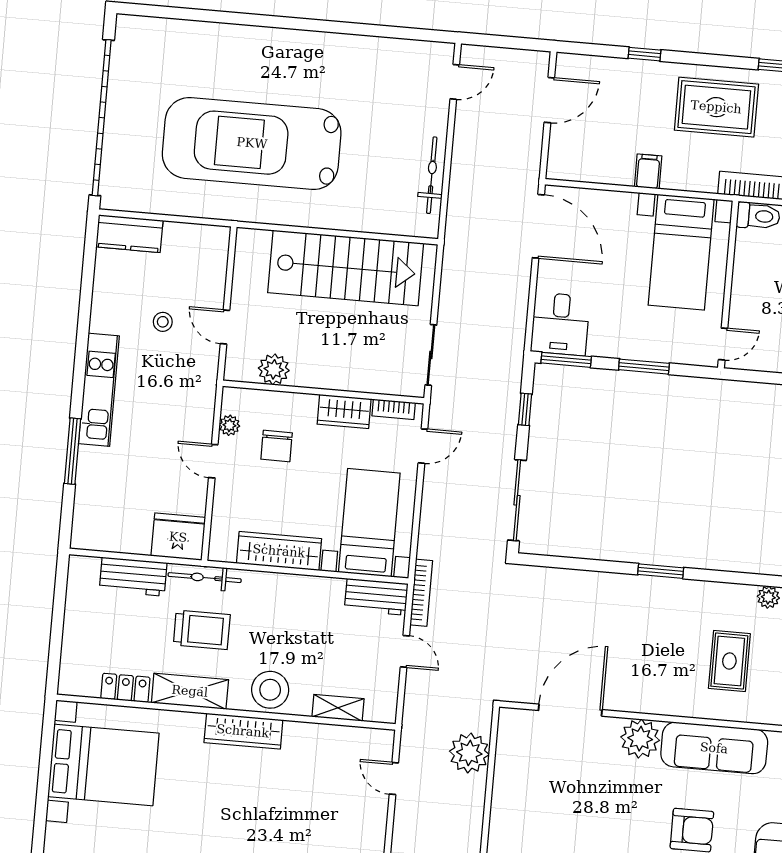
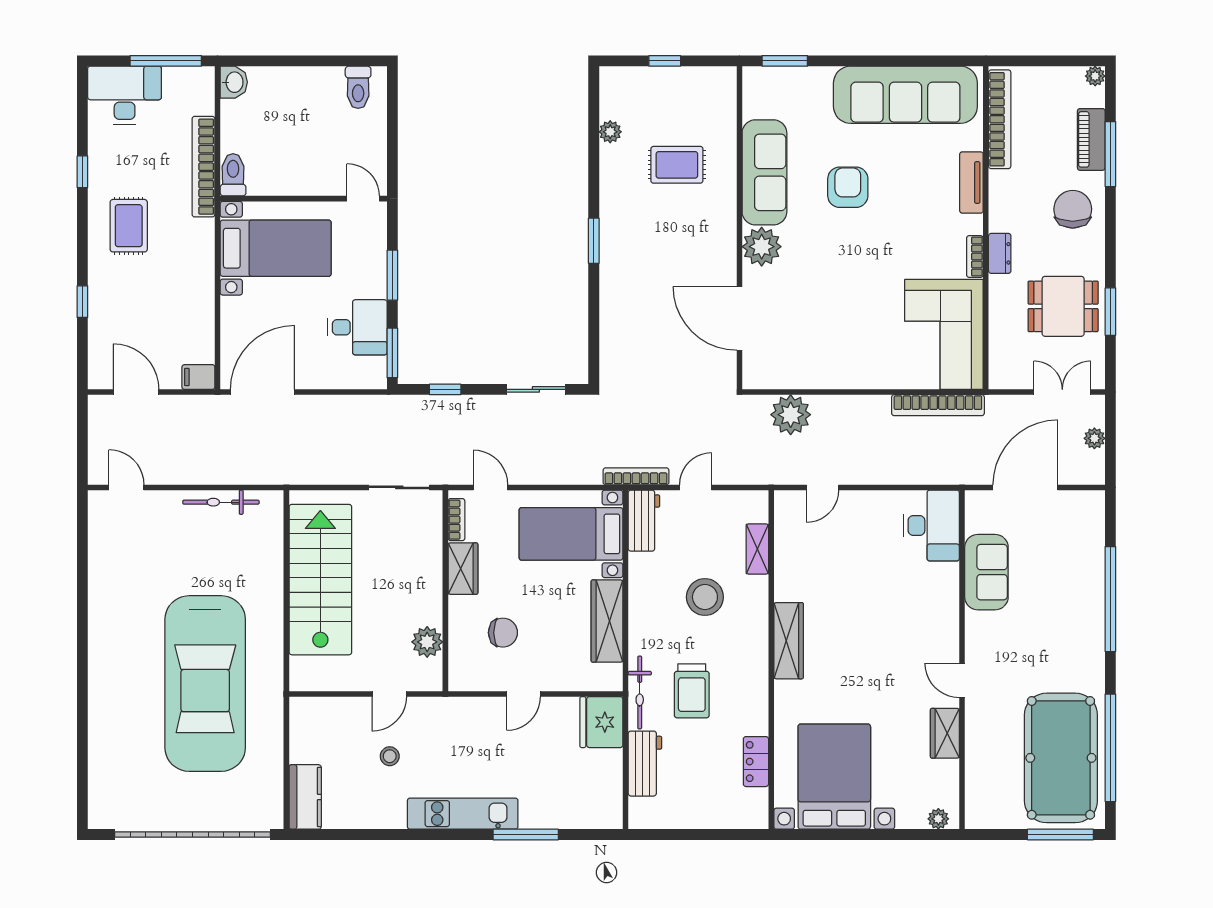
rug: (716, 107) -> (129, 226), width x0.73, depth x0.70
filing cabinet: (648, 171) -> (198, 377), moved
desk: (560, 324) -> (357, 327), moved
plant: (229, 425) -> (487, 681), removed
sliding door: (517, 500) -> (536, 389), width x0.73
trolley: (202, 630) -> (692, 691), turned 180
stool: (270, 690) -> (705, 597), moved
shelving: (190, 691) -> (754, 697), removed

